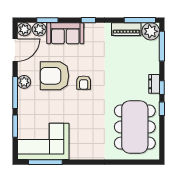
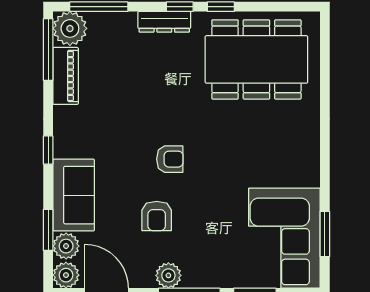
armchair: (55, 76) -> (157, 216), width x0.53, depth x0.53
dresser: (154, 84) -> (164, 22), width x1.44
window: (45, 162) -> (325, 234), width x0.69

